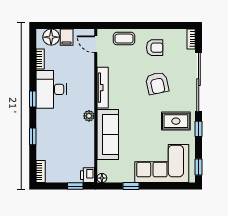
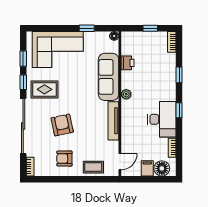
door: (96, 44) -> (120, 162), hinge flipped
window: (199, 167) -> (23, 59), moved
printer: (88, 175) -> (128, 63), moved
window: (75, 186) -> (150, 28), moved

